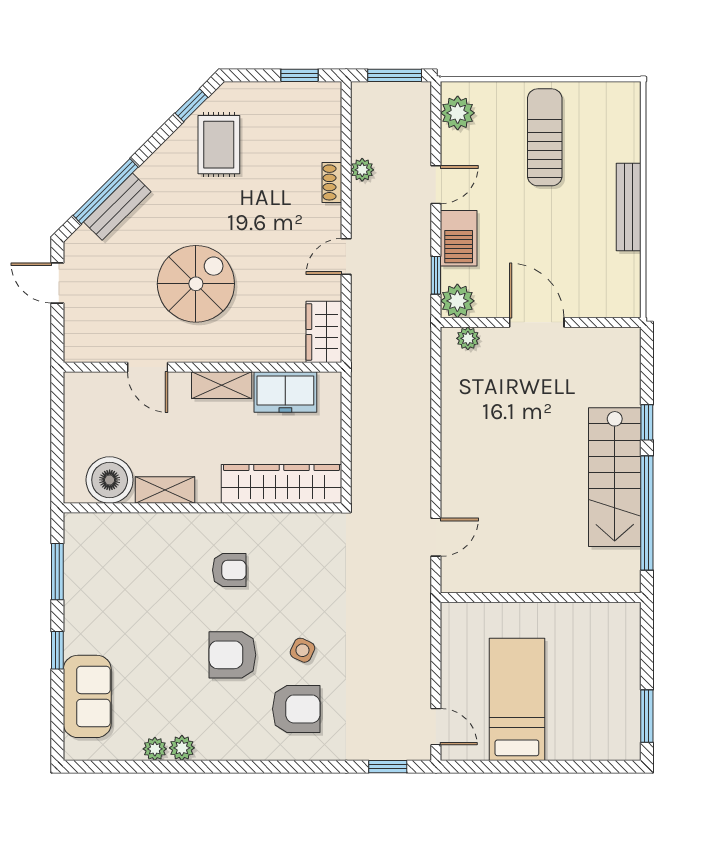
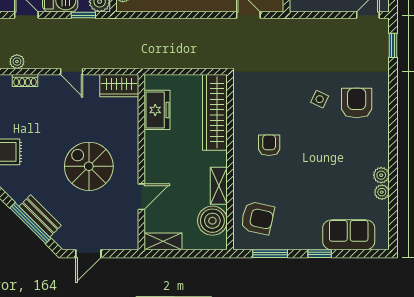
shelving: (222, 385) -> (163, 241), moved, turned 90
armchair: (232, 655) -> (257, 218), moved, turned -78

